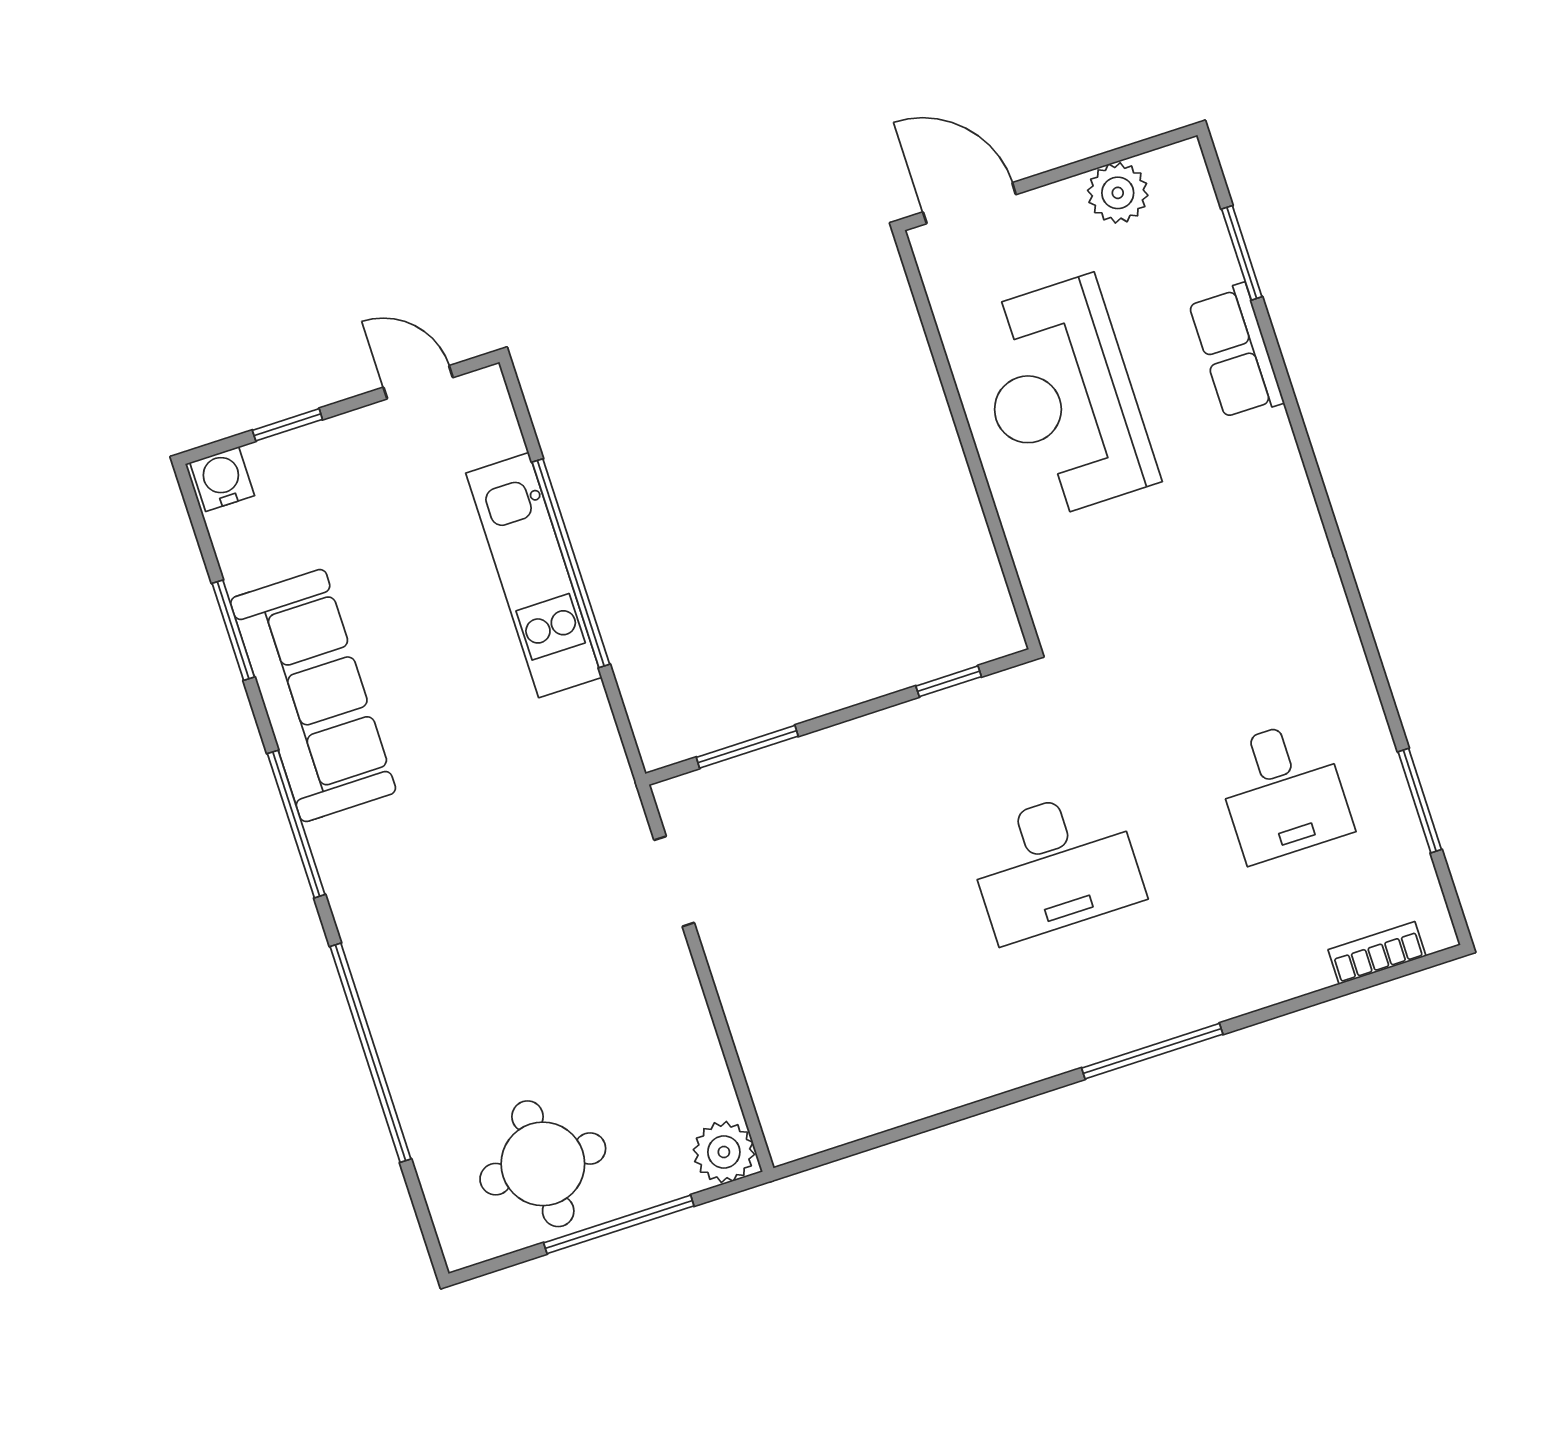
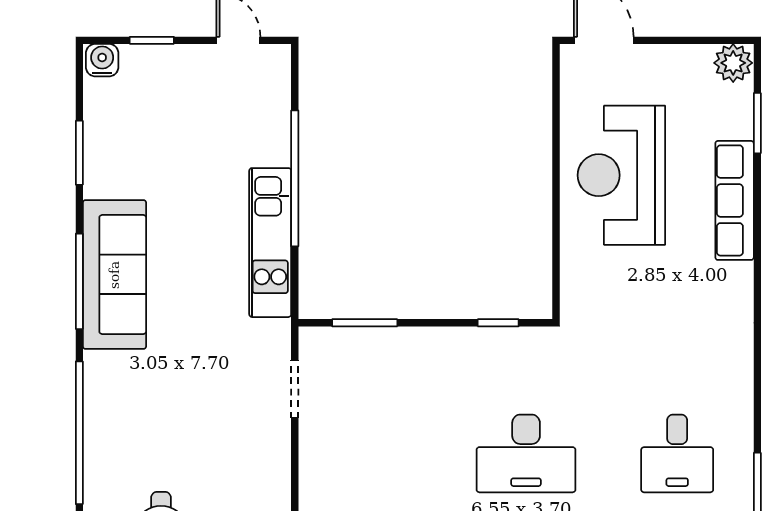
plant: (1118, 193) -> (733, 63), moved
row of seats: (1236, 352) -> (735, 200), width x1.48
kitchen unit: (534, 575) -> (270, 243), moved
sofa: (313, 695) -> (114, 275), moved

